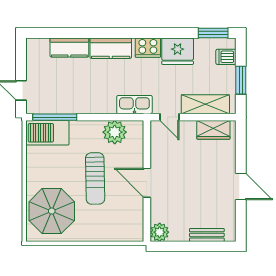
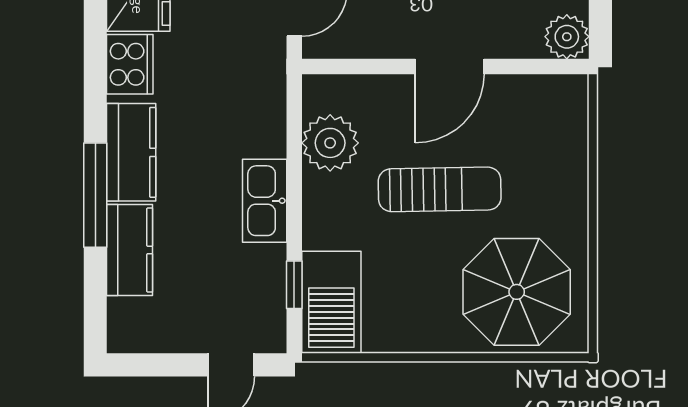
window: (93, 33) -> (95, 195), added
kitchen sink: (134, 105) -> (265, 201), moved
window: (55, 117) -> (294, 285), width x0.46

